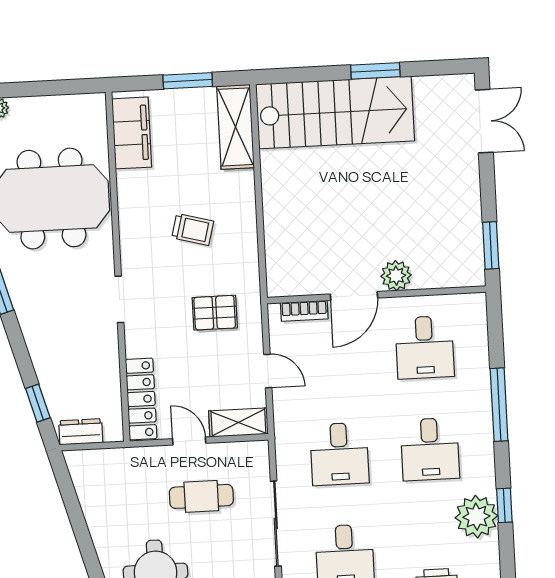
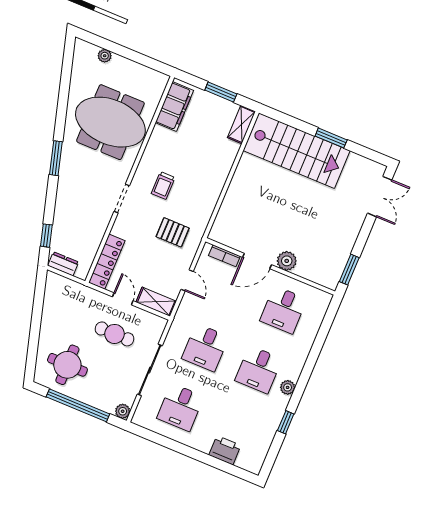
shelving: (236, 127) -> (241, 124), width x0.67, depth x0.75
trolley: (193, 229) -> (163, 185), moved, turned 75
window: (499, 405) -> (310, 363), removed
plant: (476, 517) -> (288, 387), moved, width x0.53, depth x0.53

